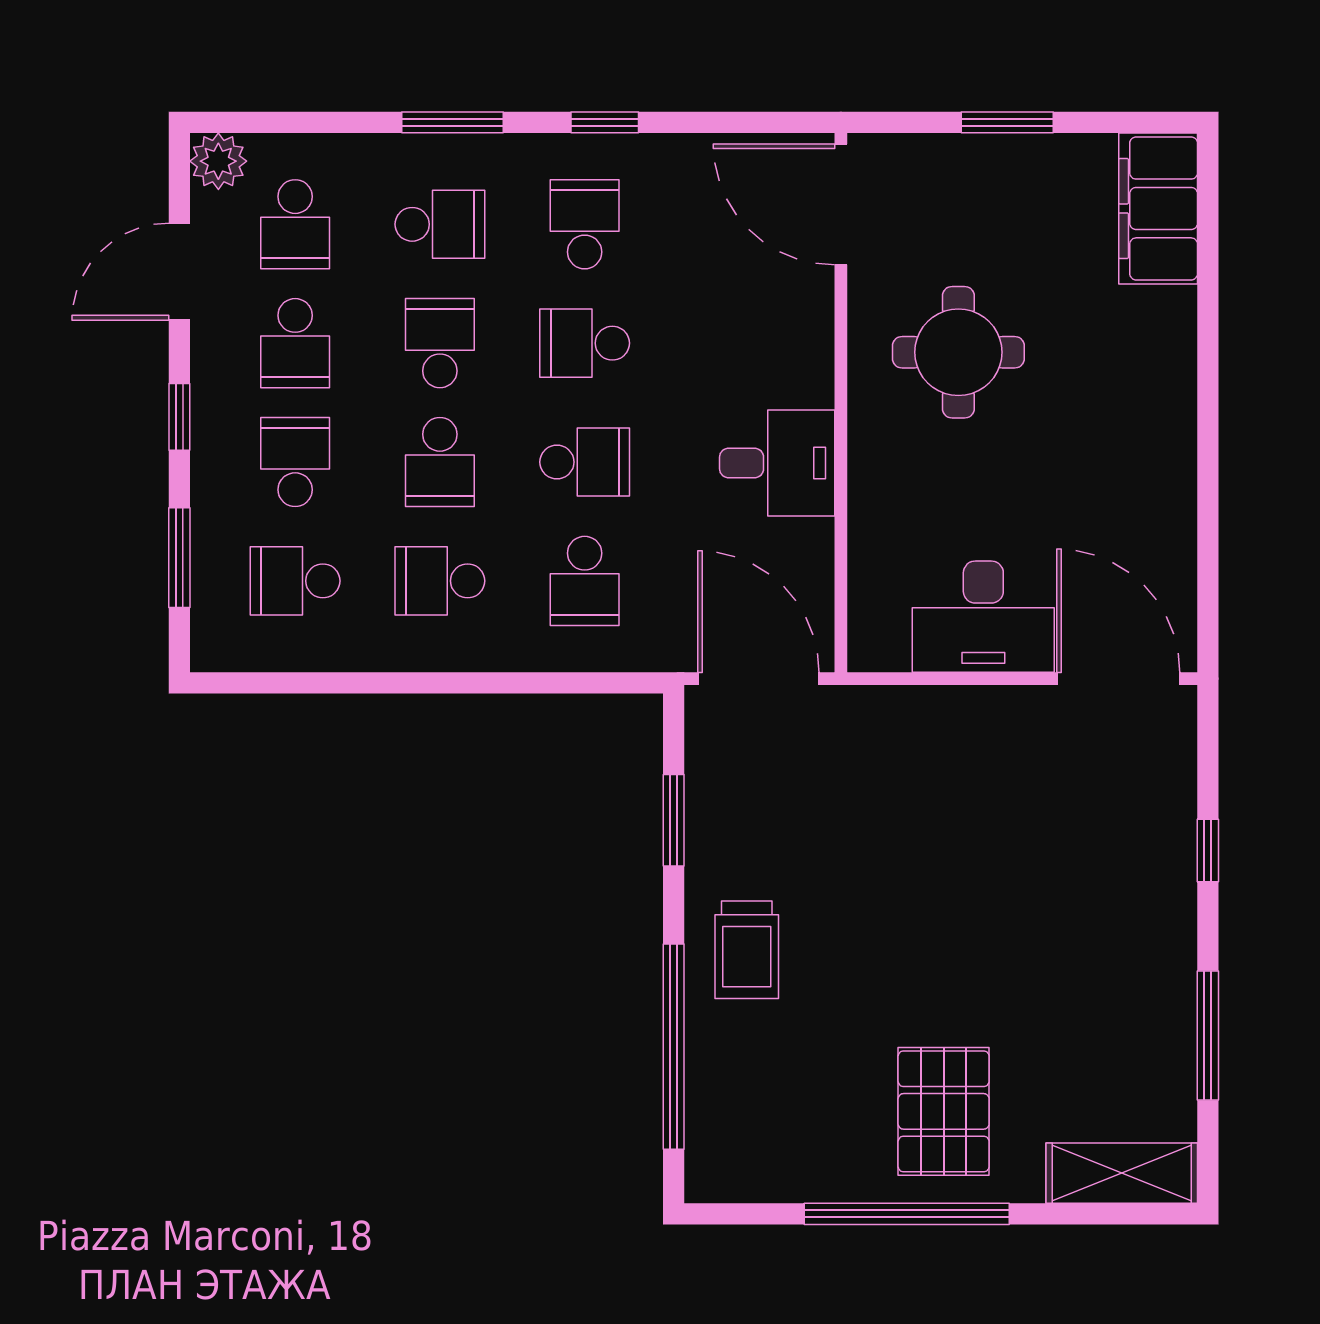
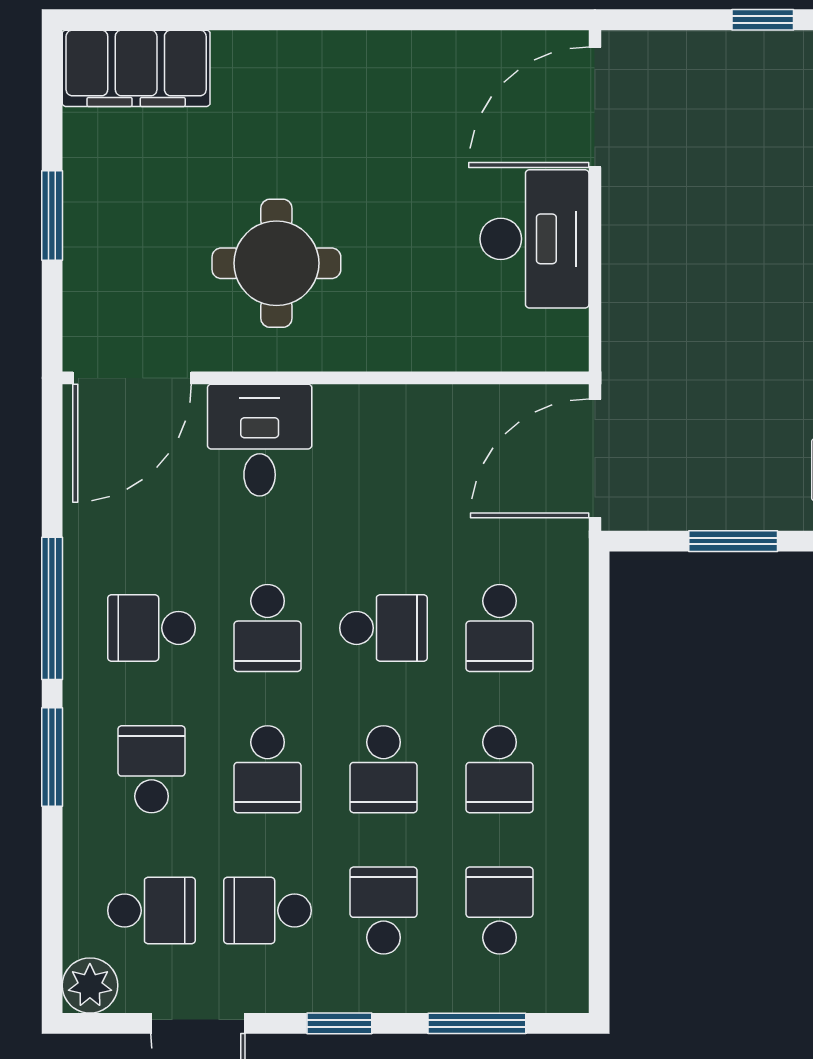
window: (605, 122) -> (52, 608), width x2.17
school desk: (295, 343) -> (268, 911), turned 180
school desk: (440, 343) -> (268, 769), turned -90
school desk: (295, 462) -> (384, 911), turned 90
school desk: (440, 462) -> (384, 769), turned 90
school desk: (585, 462) -> (384, 628), turned 90
desk: (777, 463) -> (260, 440), moved
school desk: (295, 581) -> (500, 911), turned 180
school desk: (585, 581) -> (500, 628), turned 90

